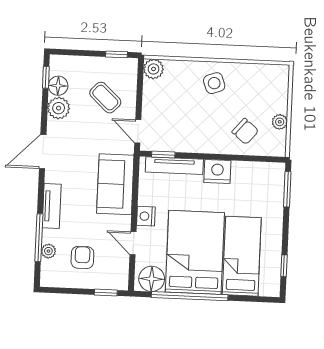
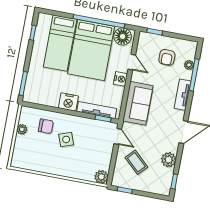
side table: (214, 83) -> (66, 139), moved
floor lamp: (58, 86) -> (167, 175), removed
chair: (245, 131) -> (46, 126), turned 140

